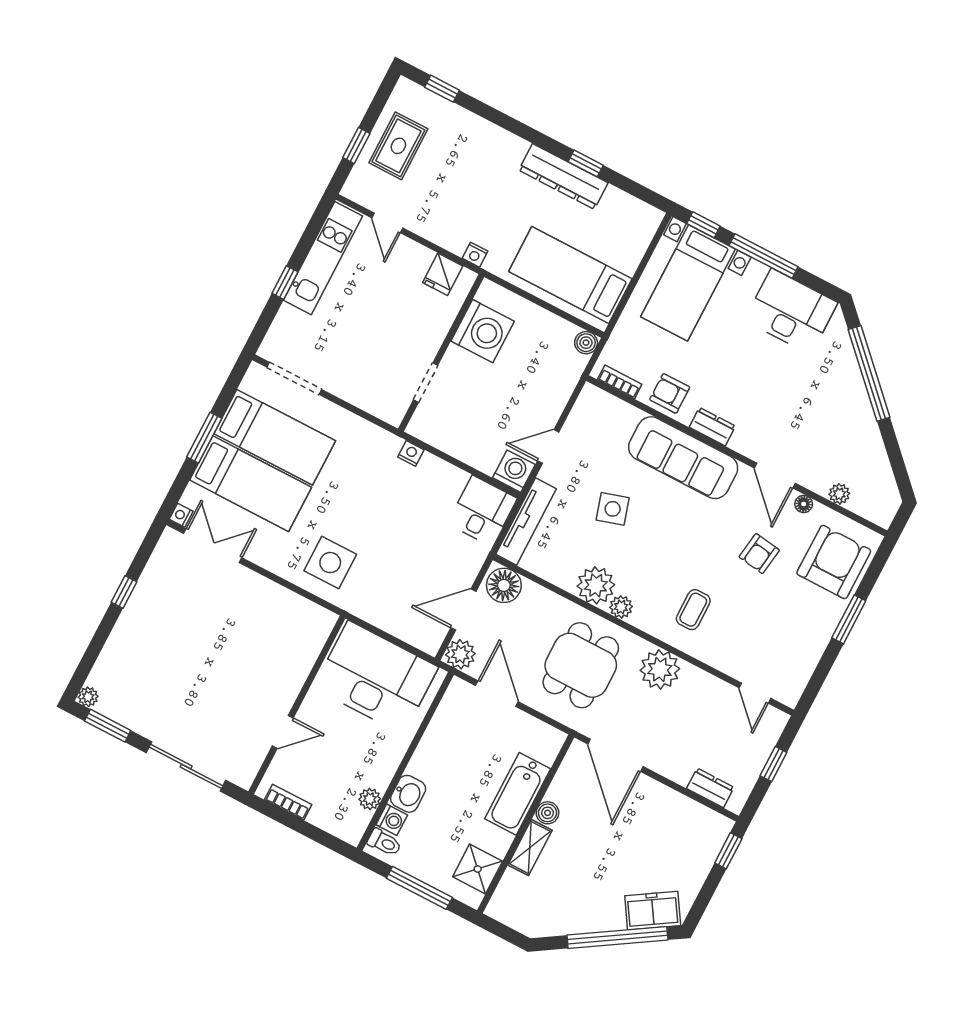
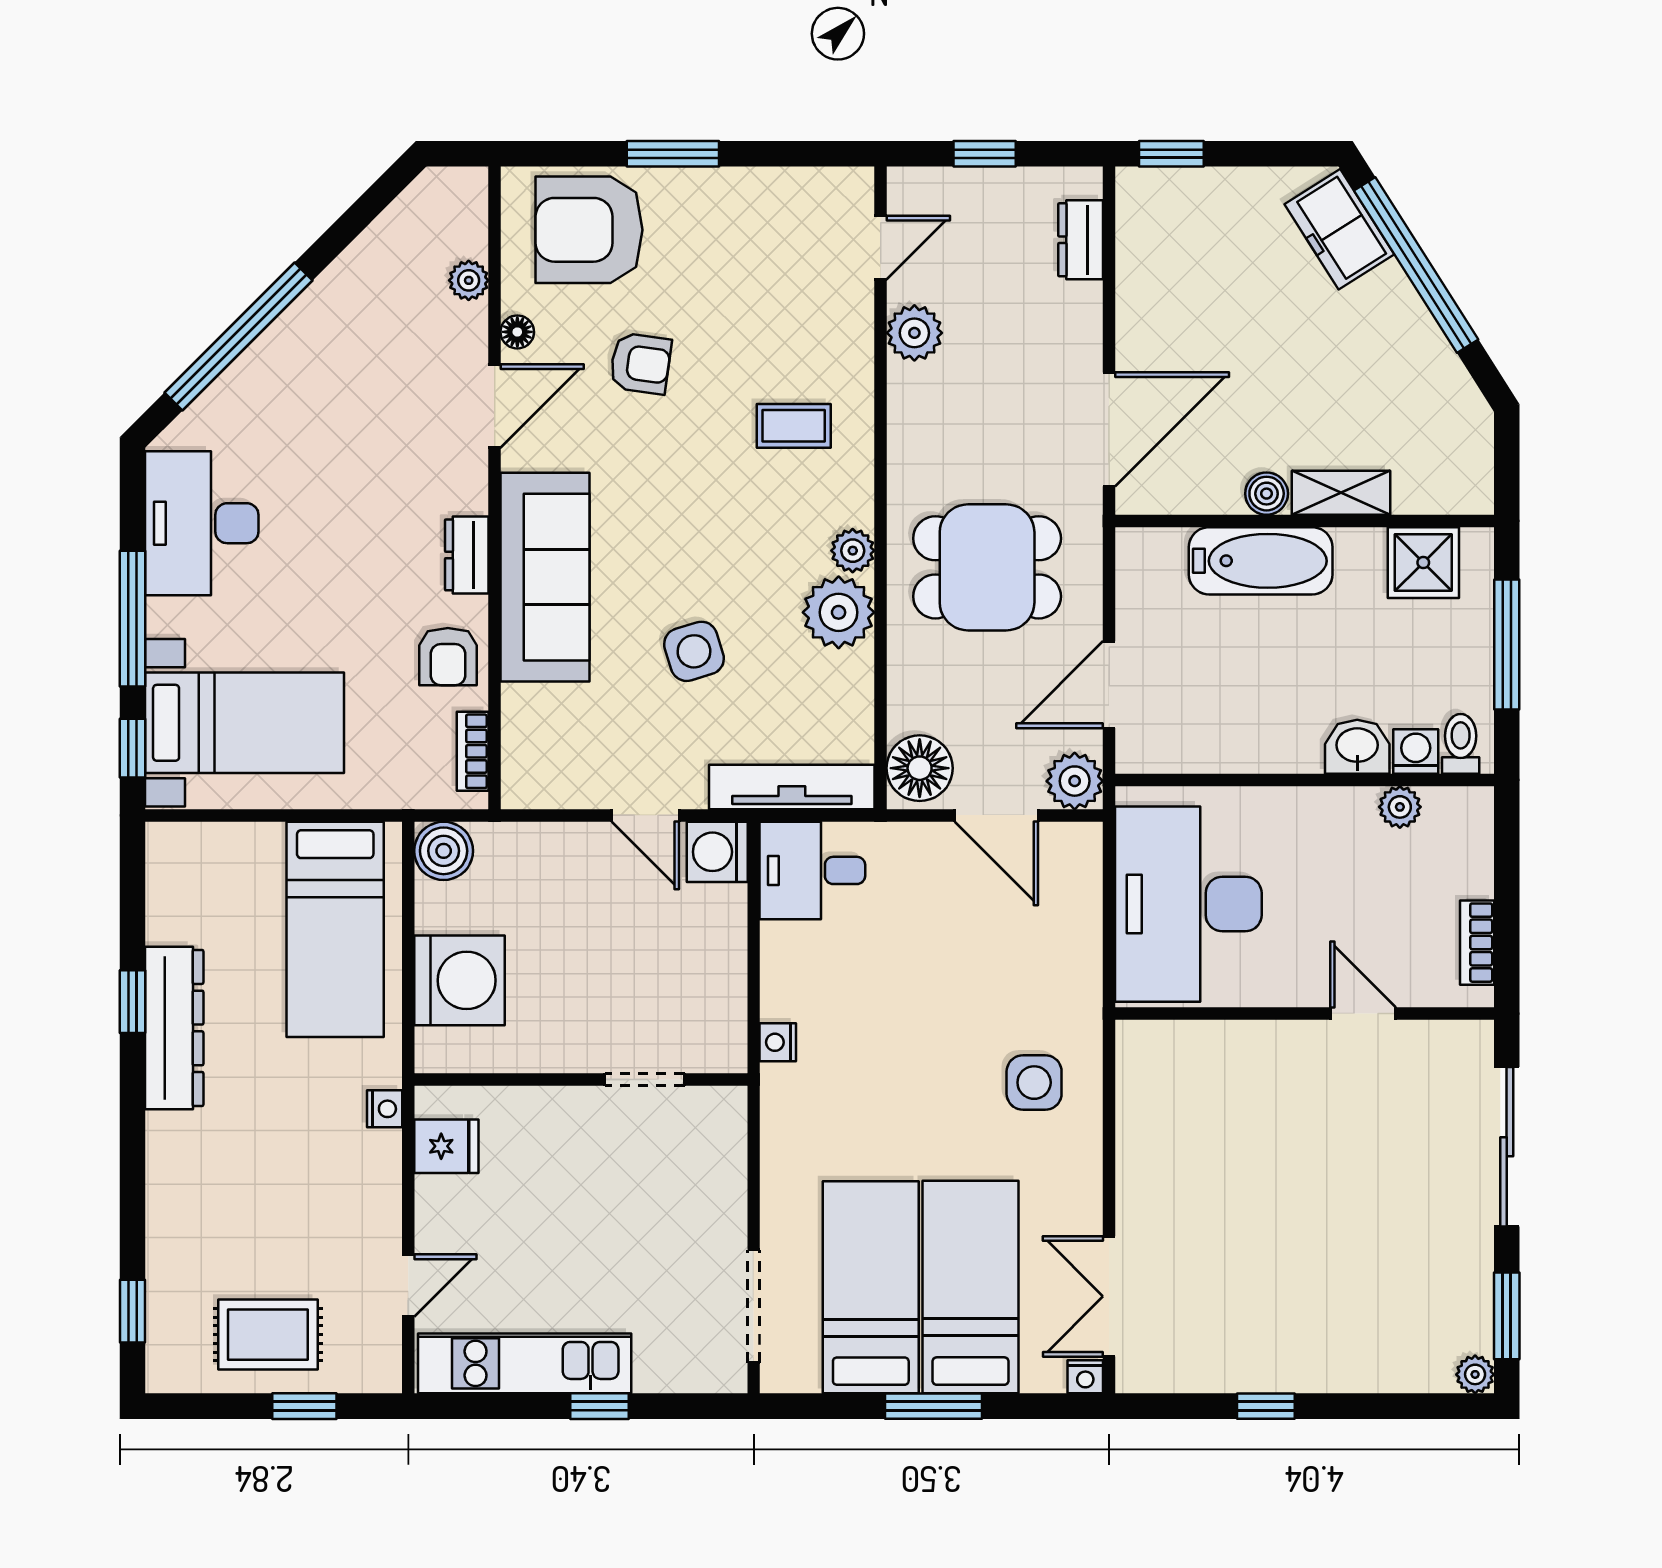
washing machine: (483, 331) -> (459, 980), moved, turned 90
boiler: (586, 343) -> (444, 851), width x1.36, depth x1.36
side table: (330, 563) -> (1034, 1083), width x0.73, depth x0.73
plant: (660, 670) -> (914, 333), moved, width x0.73, depth x0.73

